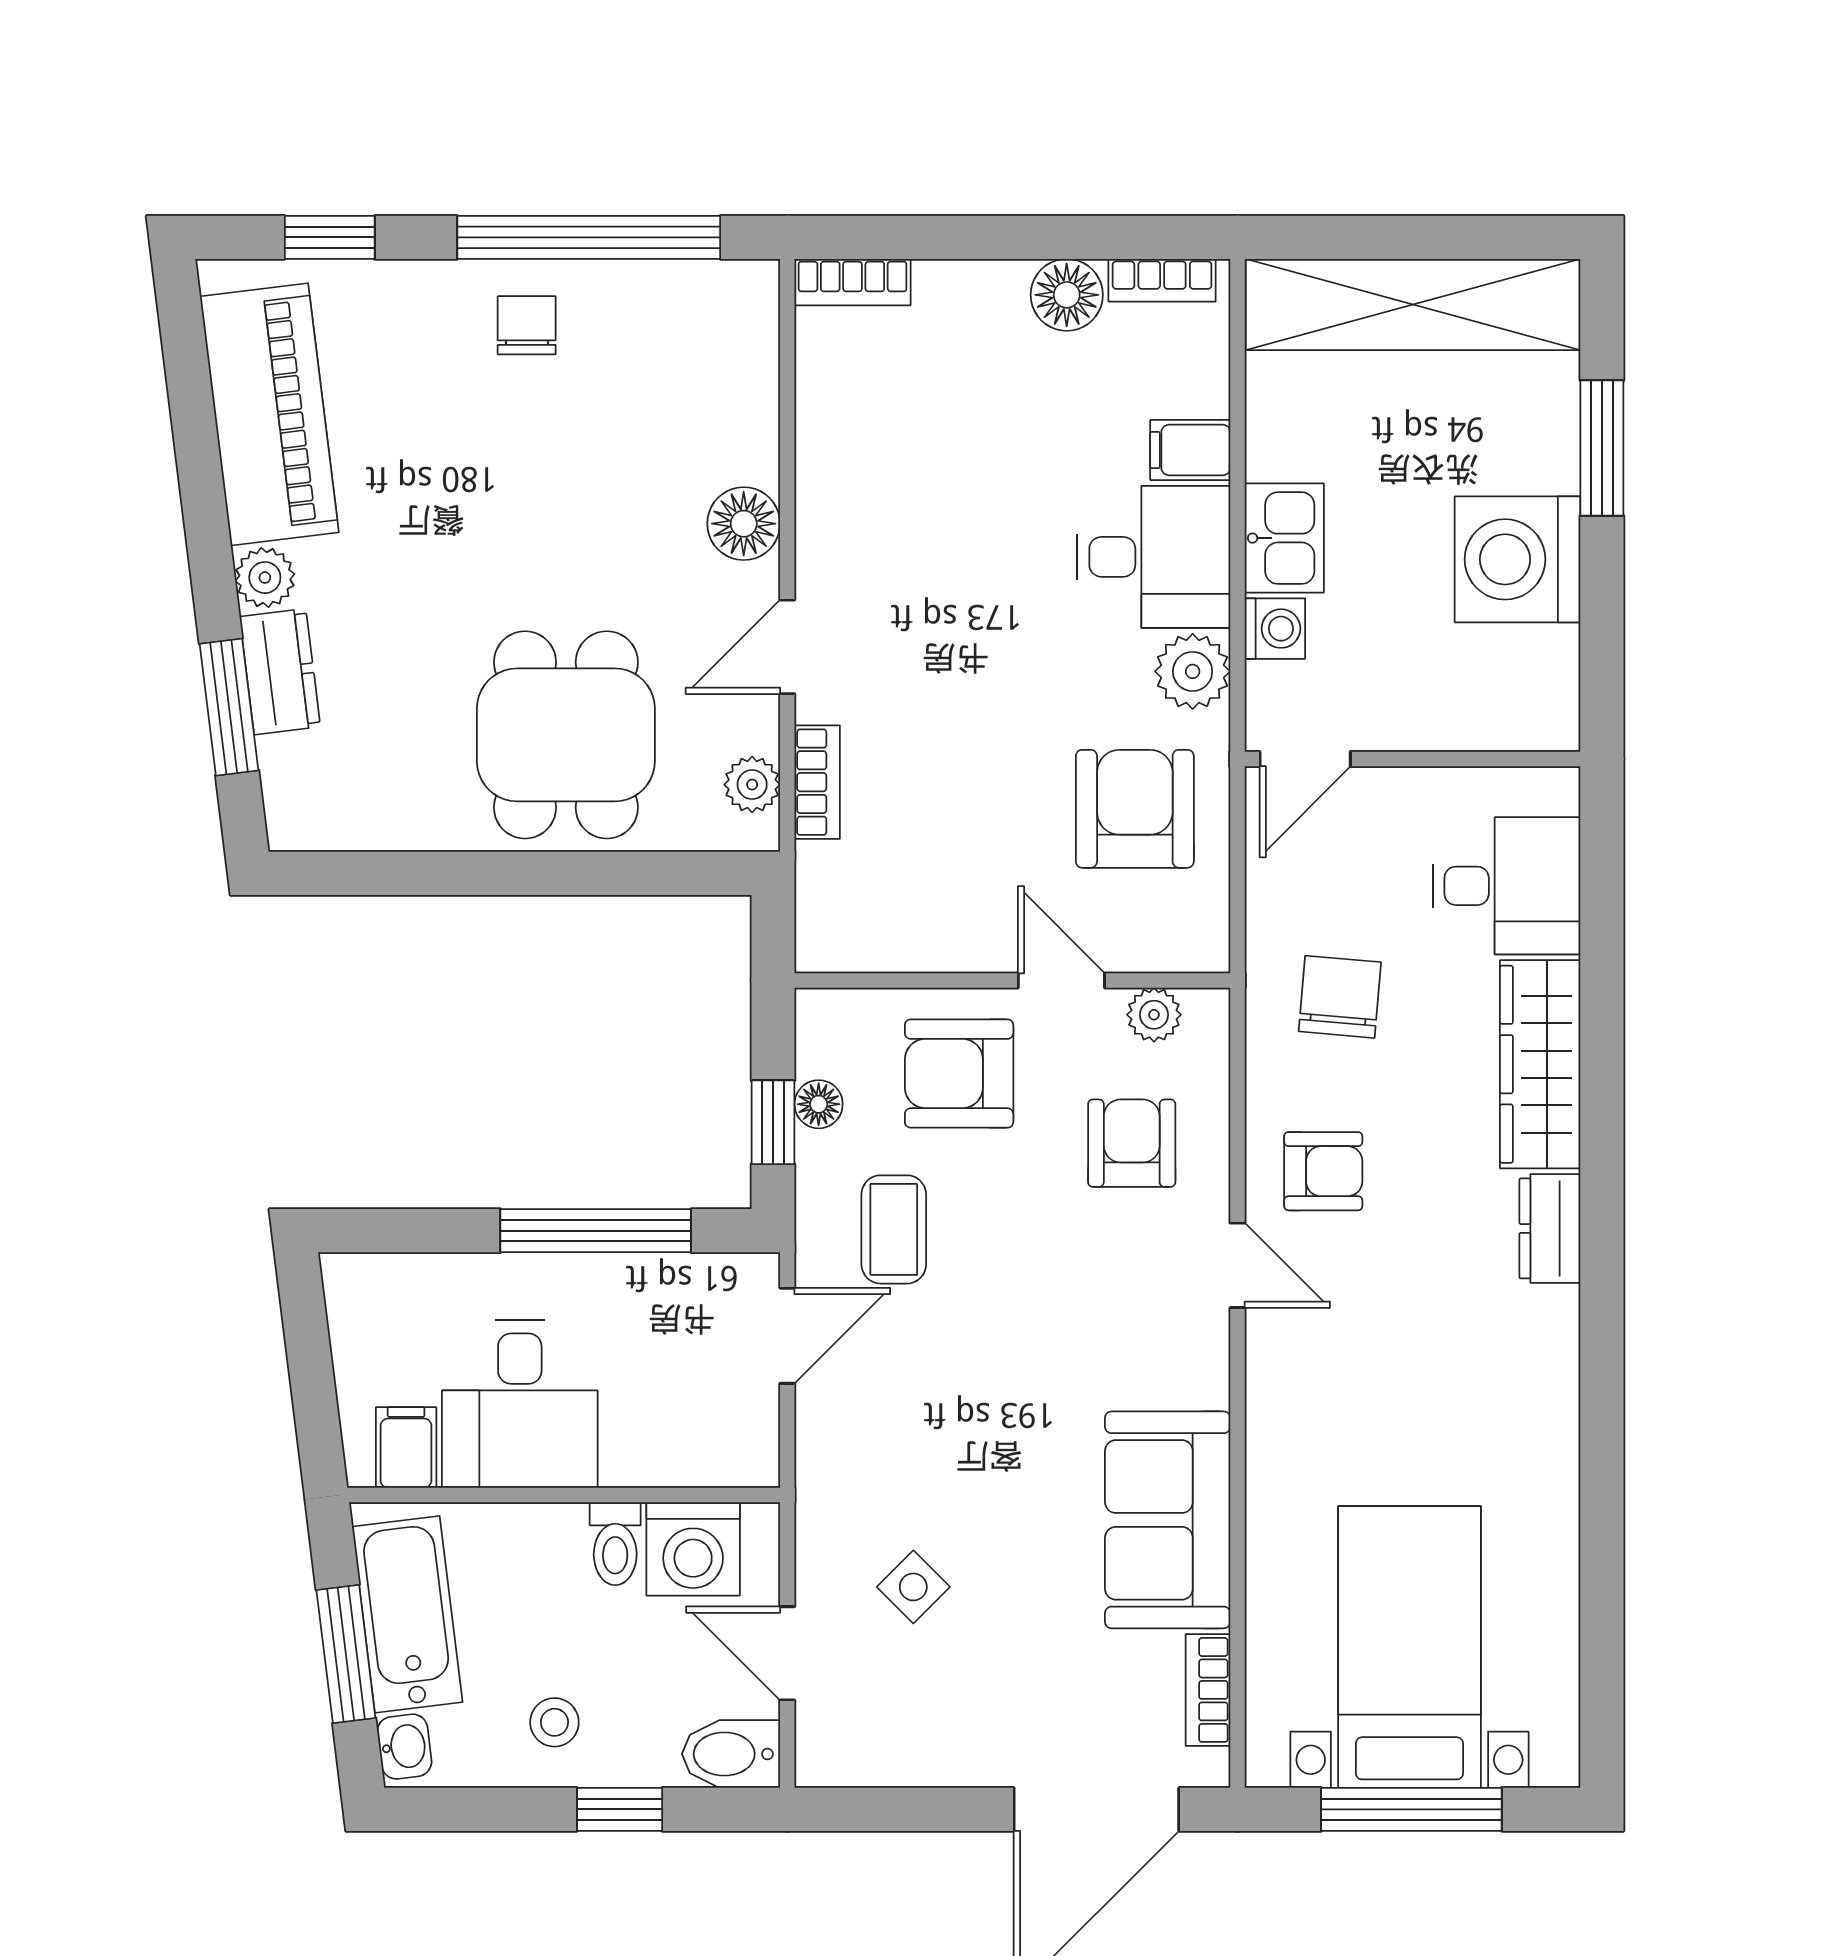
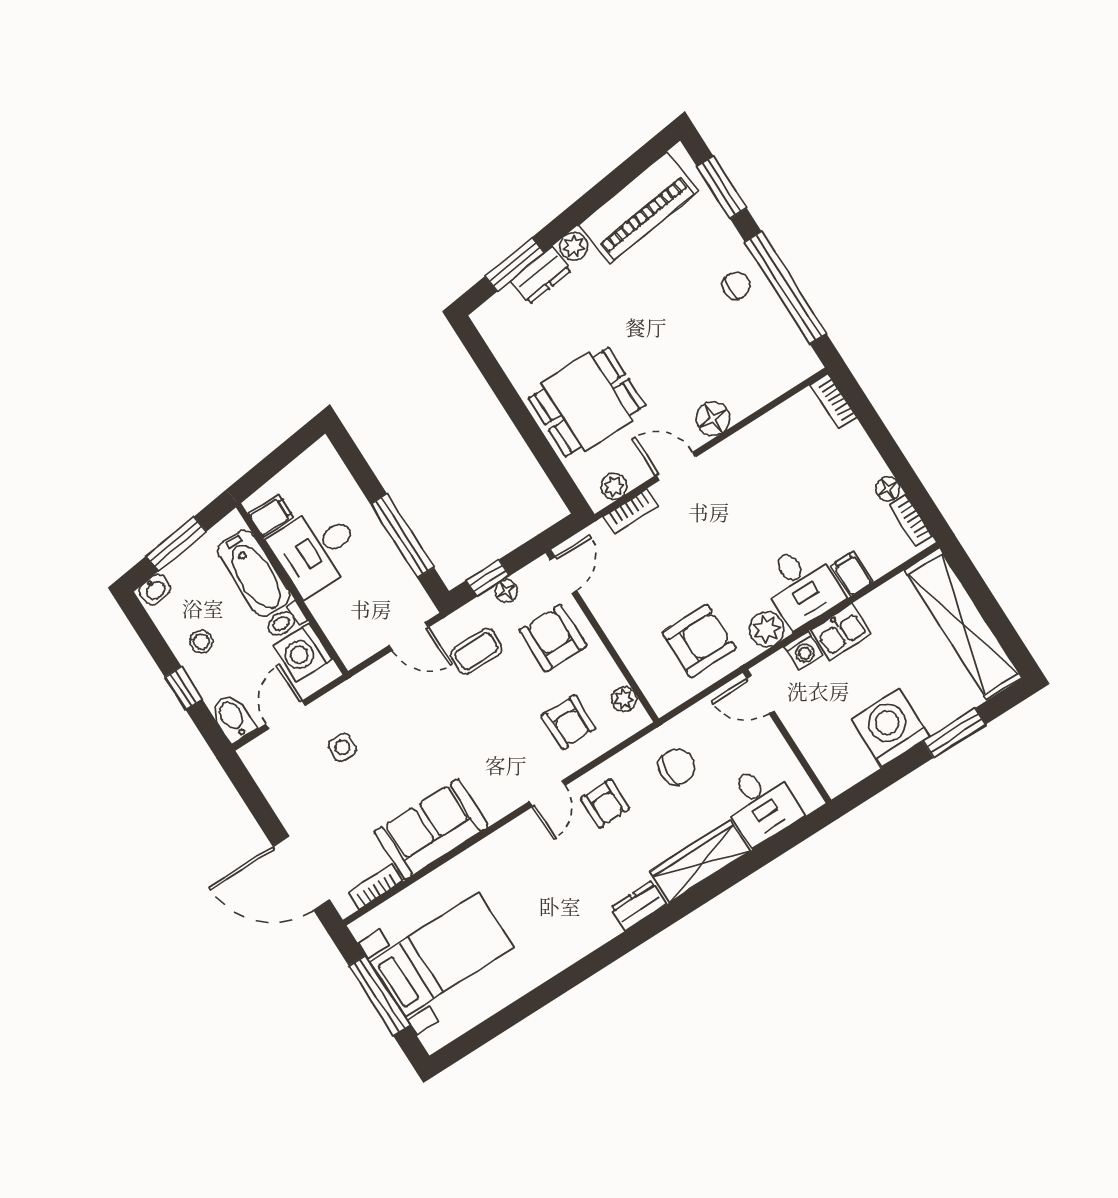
window: (330, 237) -> (722, 187), width x1.50
floor lamp: (1067, 295) -> (888, 489), width x0.73, depth x0.73
door: (1061, 981) -> (564, 575), moved
armchair: (1132, 1143) -> (569, 722), turned 90
side table: (913, 1587) -> (342, 747), turned 45
bathtub: (407, 1614) -> (254, 573), moved, turned 97

